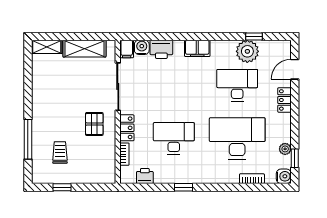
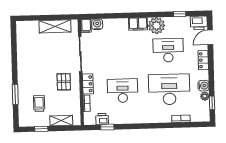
shelving: (47, 47) -> (61, 121), moved
printer: (161, 49) -> (199, 23), moved
plant: (247, 51) -> (157, 26), moved
window: (28, 139) -> (15, 94), width x0.69
water cooler: (284, 176) -> (203, 86), moved
window: (184, 187) -> (107, 127), moved

